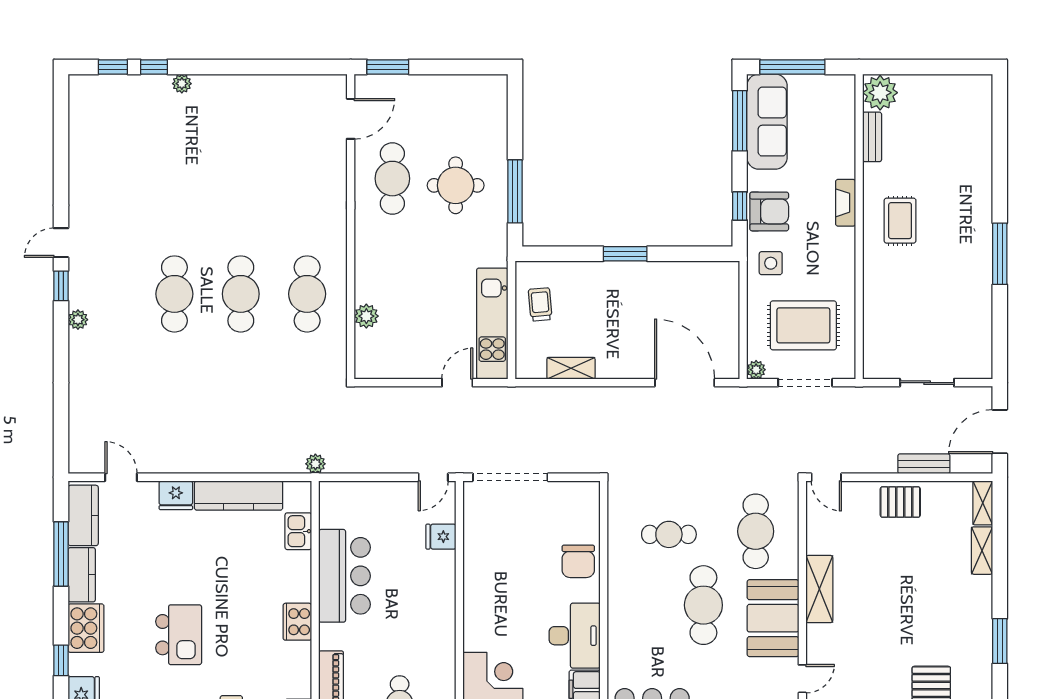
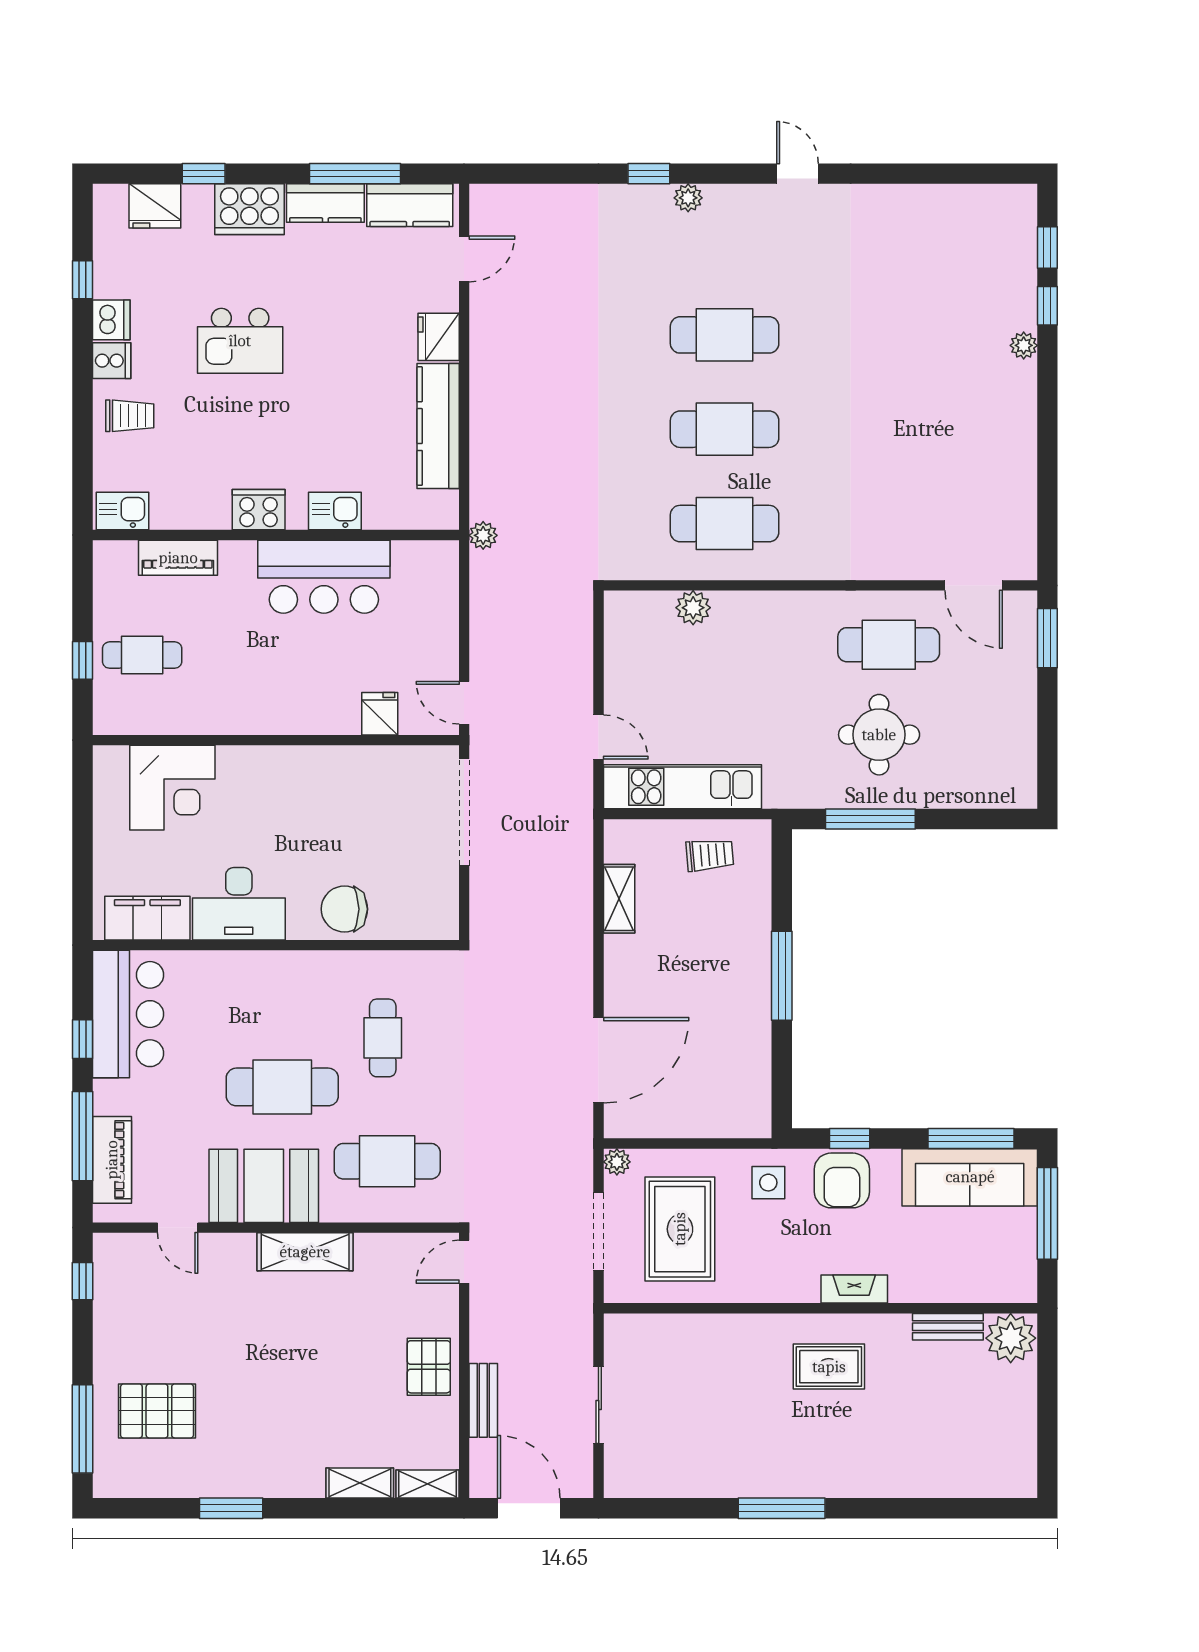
window: (625, 254) -> (782, 976), width x1.44
window: (61, 286) -> (649, 174), moved
kitchen sink: (298, 531) -> (335, 511), moved

